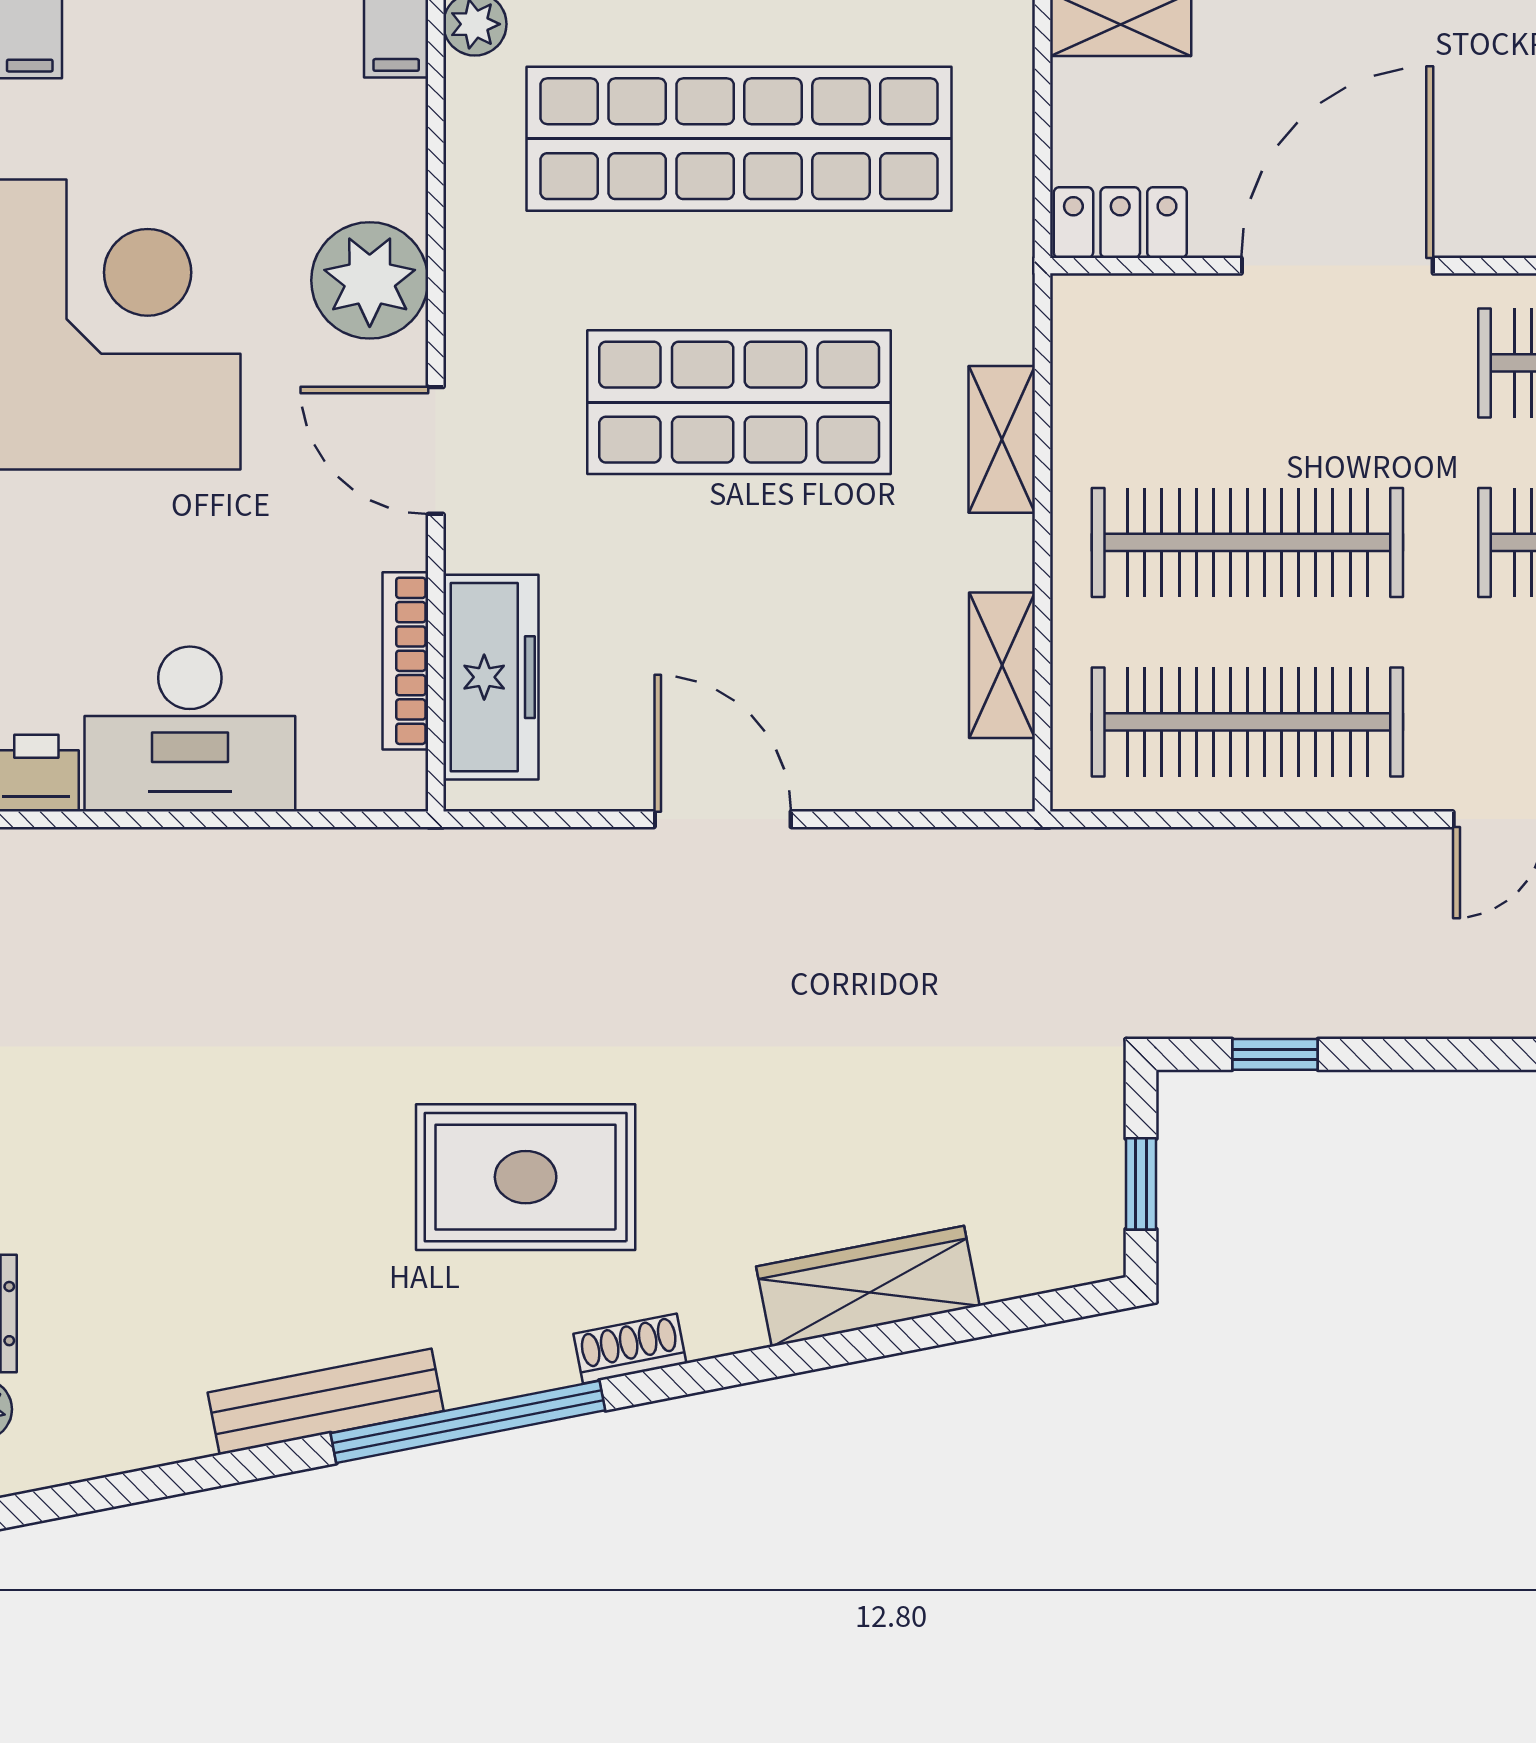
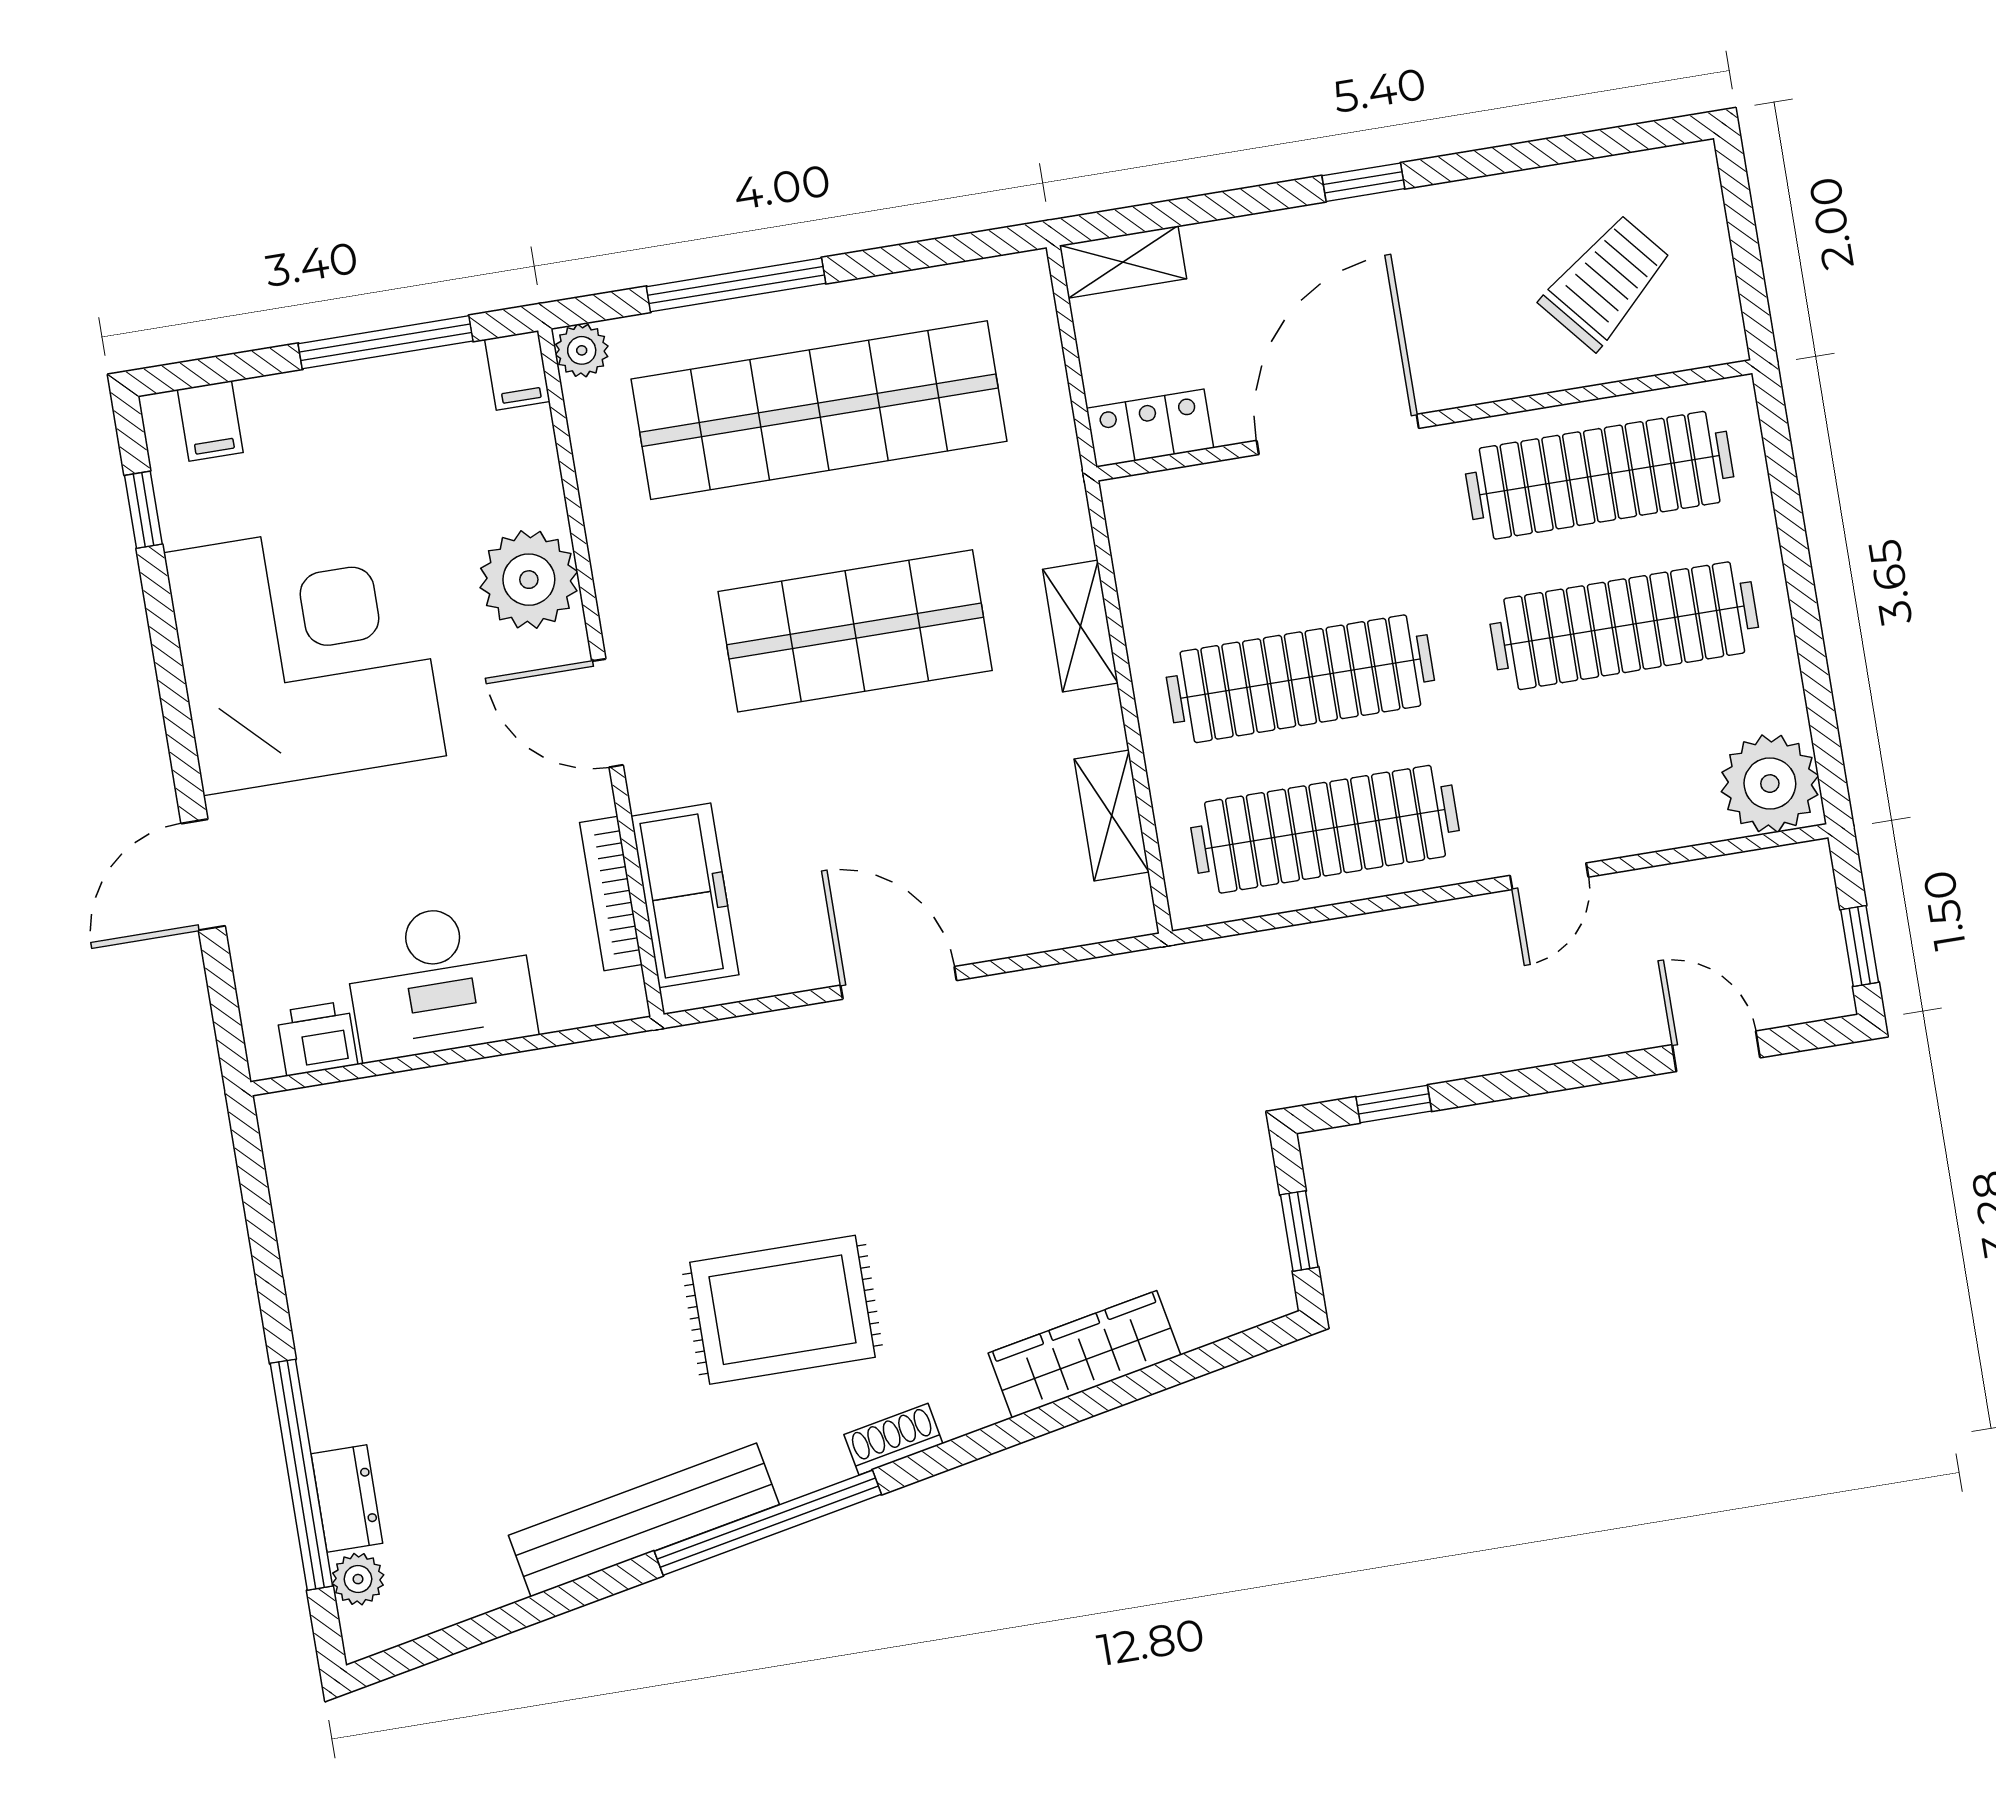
bench: (326, 1402) -> (644, 1520), width x1.37, depth x1.21

